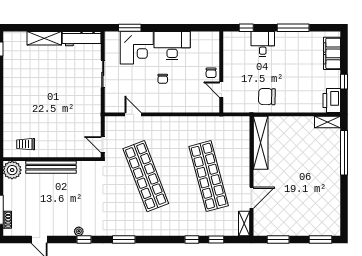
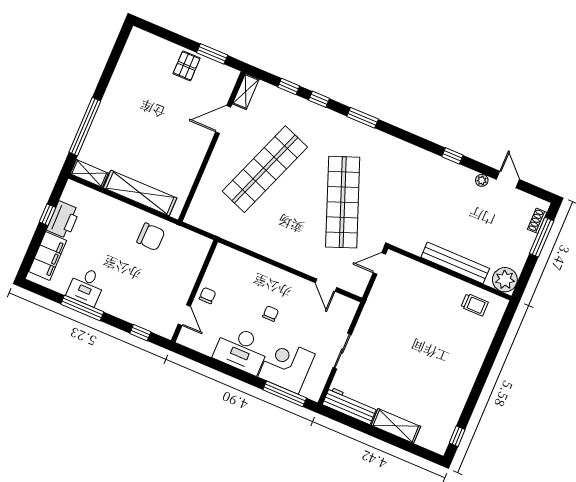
window: (130, 28) -> (285, 394), width x1.44
desk: (263, 44) -> (86, 286), moved
door: (221, 90) -> (184, 315), moved
printer: (332, 100) -> (63, 220), moved
shelving: (261, 143) -> (140, 193), moved, turned 90
door: (103, 145) -> (379, 263), swing flipped
shop shelf: (209, 176) -> (265, 169), turned 36
pallet: (292, 224) -> (187, 66), added
plant: (79, 231) -> (482, 180), moved
window: (124, 240) -> (363, 118), moved
window: (320, 240) -> (160, 32), removed

